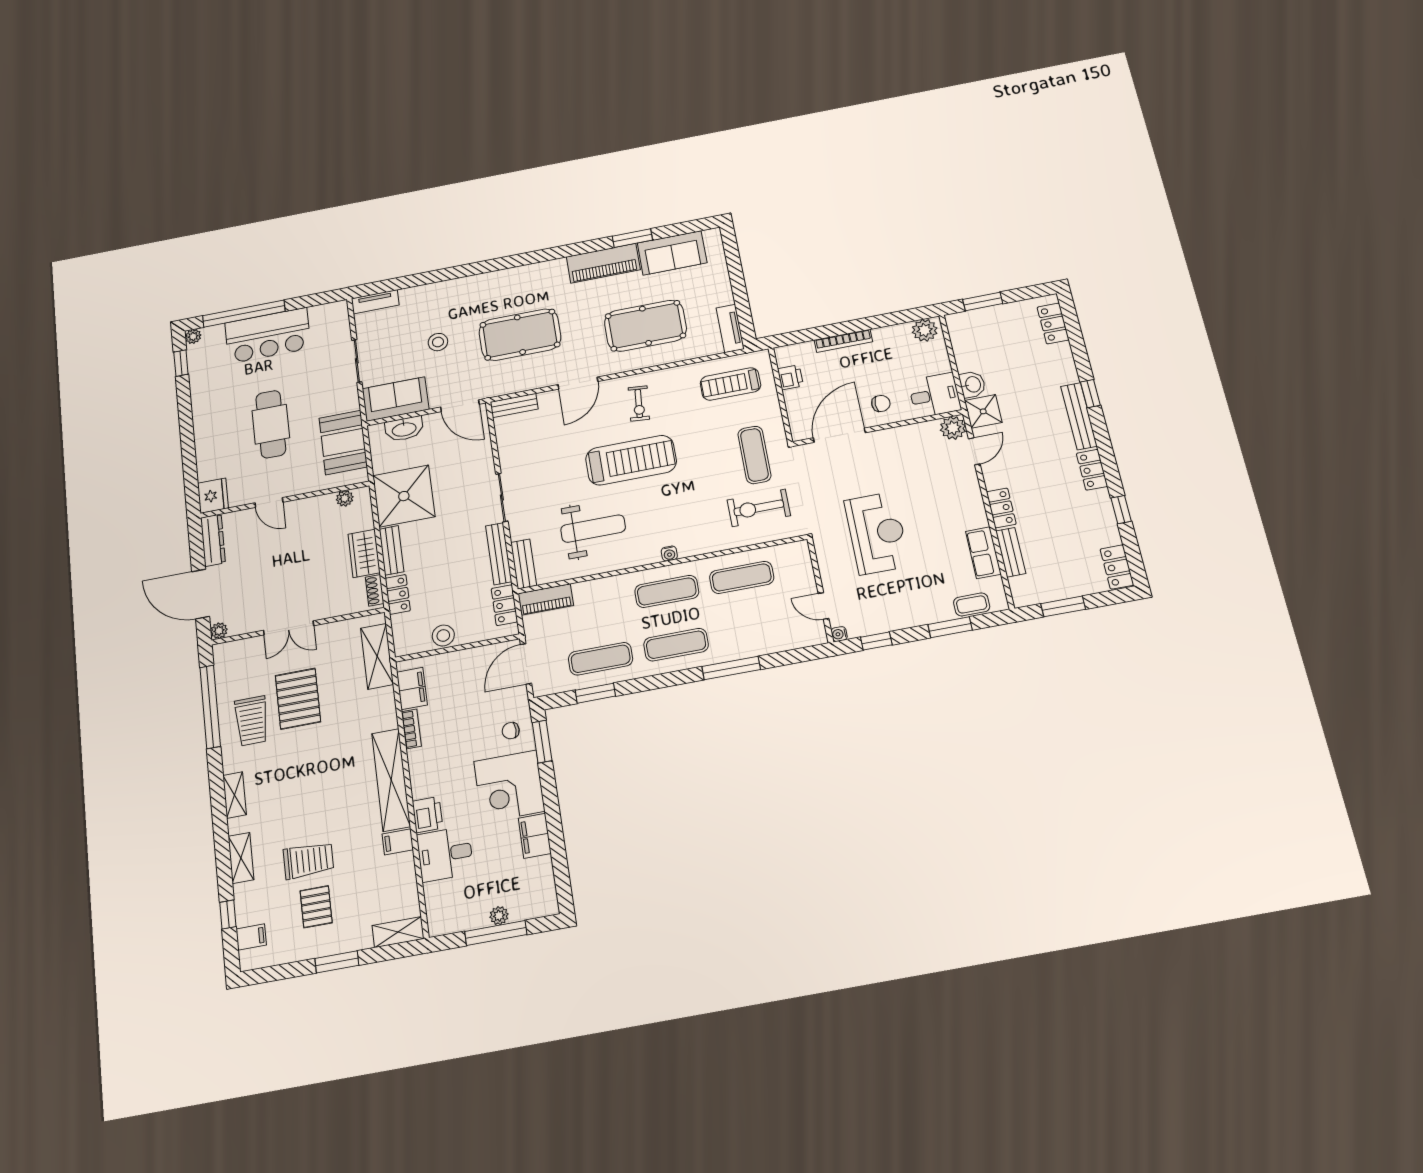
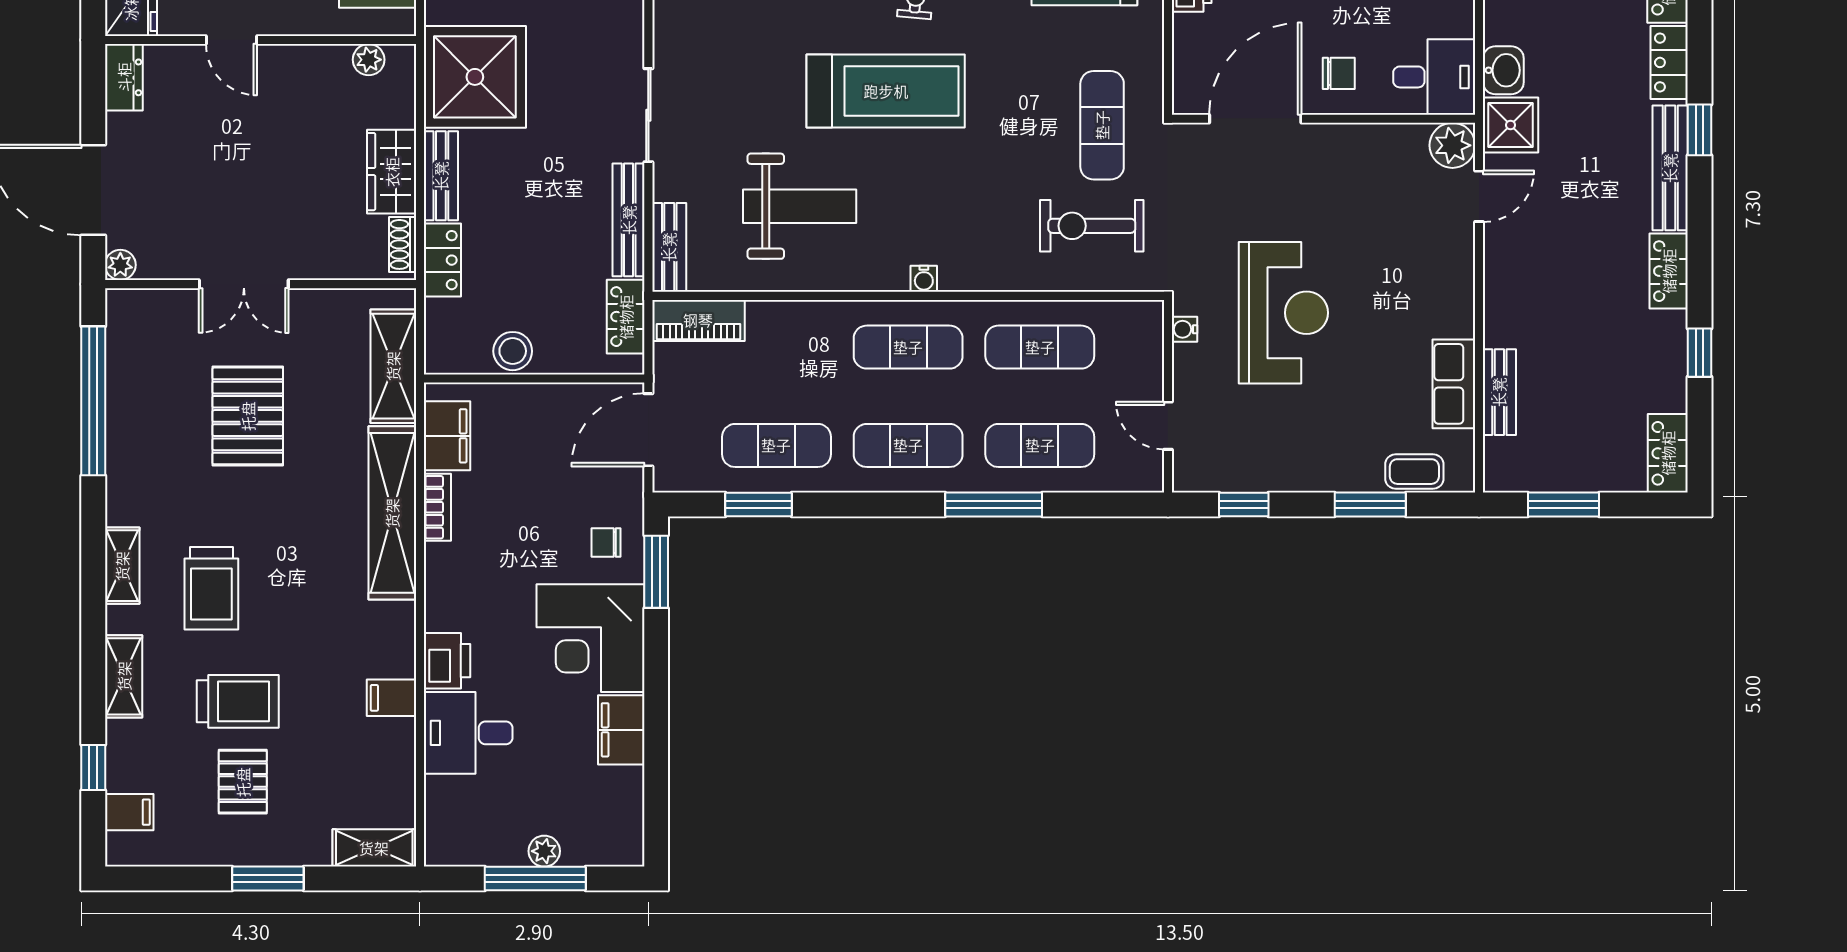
locker: (1001, 508) -> (1669, 62), moved, turned 180
dresser: (213, 540) -> (124, 77), width x0.70
exercise mat: (752, 631) -> (1040, 445), added
water cooler: (839, 634) -> (1184, 329), moved
trolley: (252, 721) -> (211, 588), moved
shelving: (391, 780) -> (392, 513), moved

